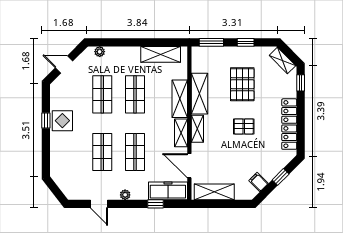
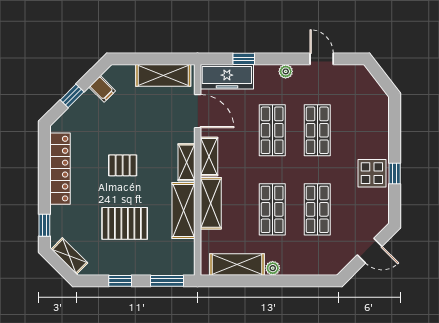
plant: (100, 52) -> (273, 268), moved
pallet: (242, 84) -> (125, 223), turned 90

